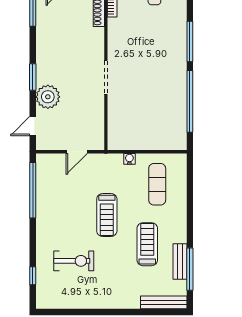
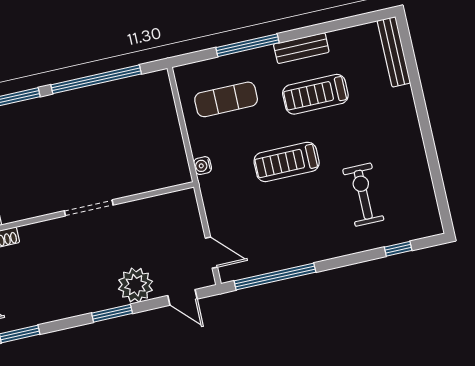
door: (77, 152) -> (211, 253), moved
water cooler: (129, 159) -> (203, 166), moved
treadmill: (107, 215) -> (287, 162), turned 180
bench: (180, 262) -> (301, 48), moved
window: (190, 269) -> (247, 45), moved

